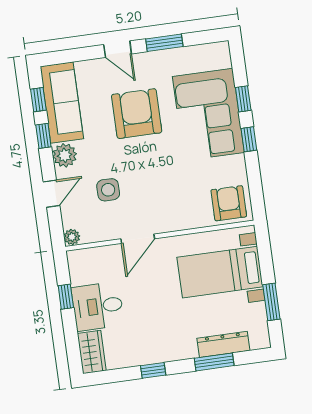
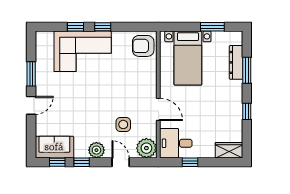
sofa: (62, 103) -> (54, 147), width x0.73
armchair: (137, 114) -> (75, 99), removed
plant: (72, 237) -> (146, 148), width x1.88, depth x1.88
desk: (98, 306) -> (176, 143), moved, turned 90

